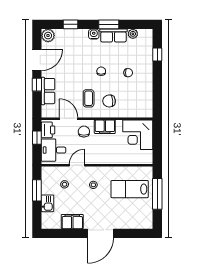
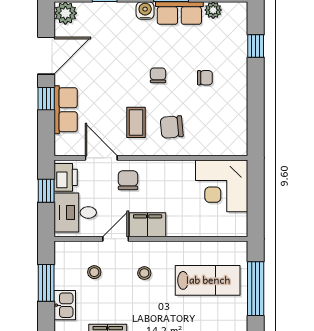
filing cabinet: (105, 127) -> (148, 225), moved, turned 180
lab bench: (130, 189) -> (208, 280), turned 180

